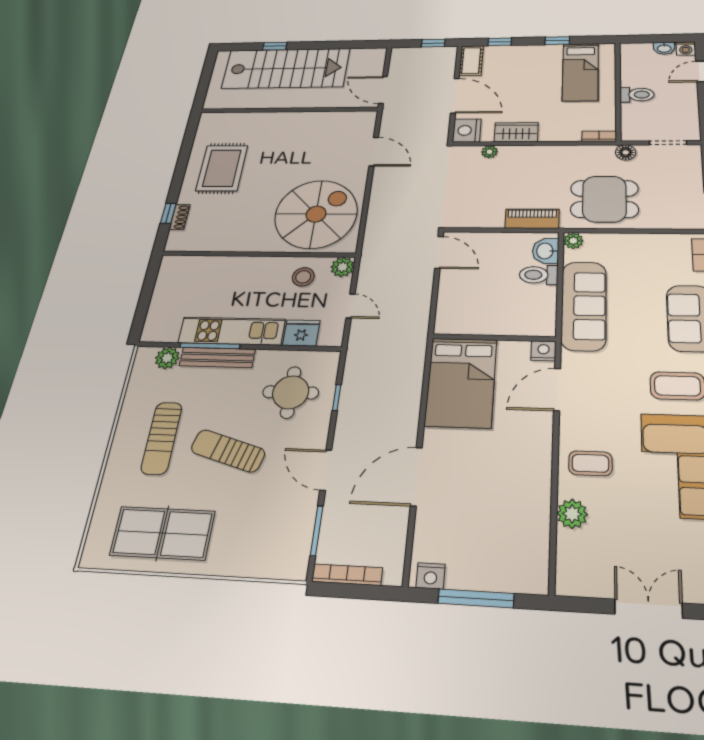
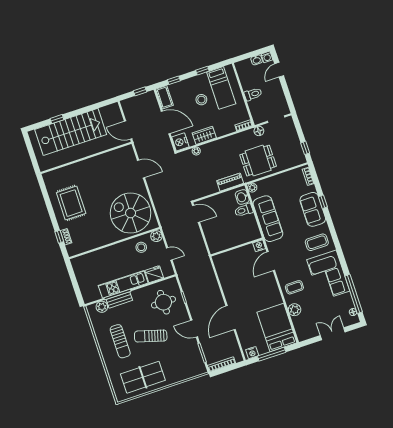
stool: (536, 79) -> (201, 100), added
spiral stairs: (316, 214) -> (131, 213), turned -90
bench: (217, 357) -> (119, 300), width x0.73
bed: (461, 382) -> (277, 327), moved, turned 180

